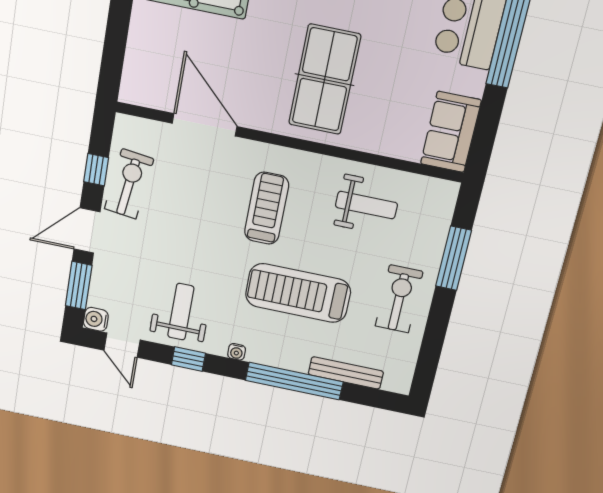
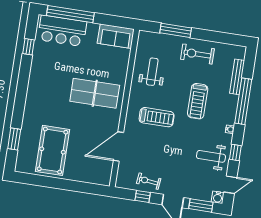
exercise bike: (129, 184) -> (149, 181), width x0.73, depth x0.72
treadmill: (267, 208) -> (157, 117), turned 180
treadmill: (298, 293) -> (198, 101), width x0.73, depth x0.73

